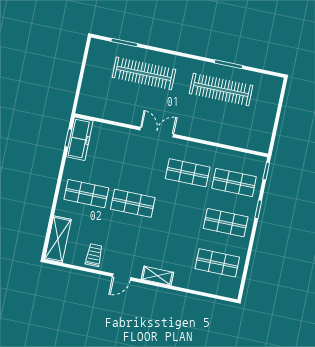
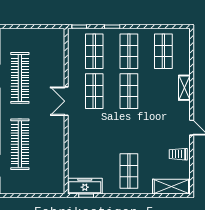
double door: (157, 132) -> (66, 101), moved
shop shelf: (133, 203) -> (129, 91), moved
shelving: (157, 276) -> (184, 88), moved

